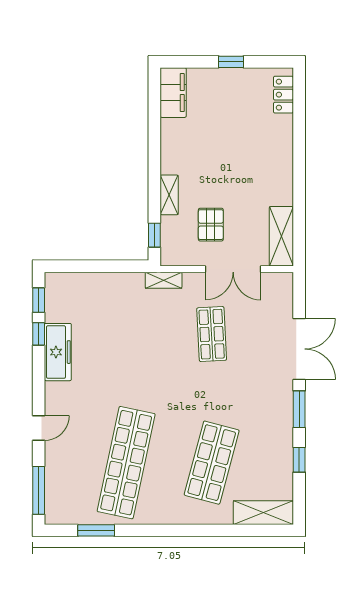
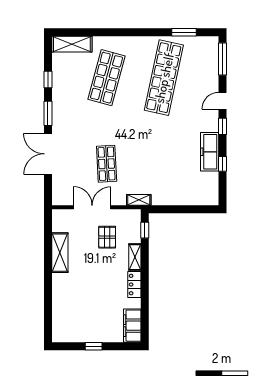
locker: (283, 95) -> (134, 285), moved, turned 180
shelving: (281, 236) -> (60, 253), moved
window: (39, 300) -> (222, 126), moved

